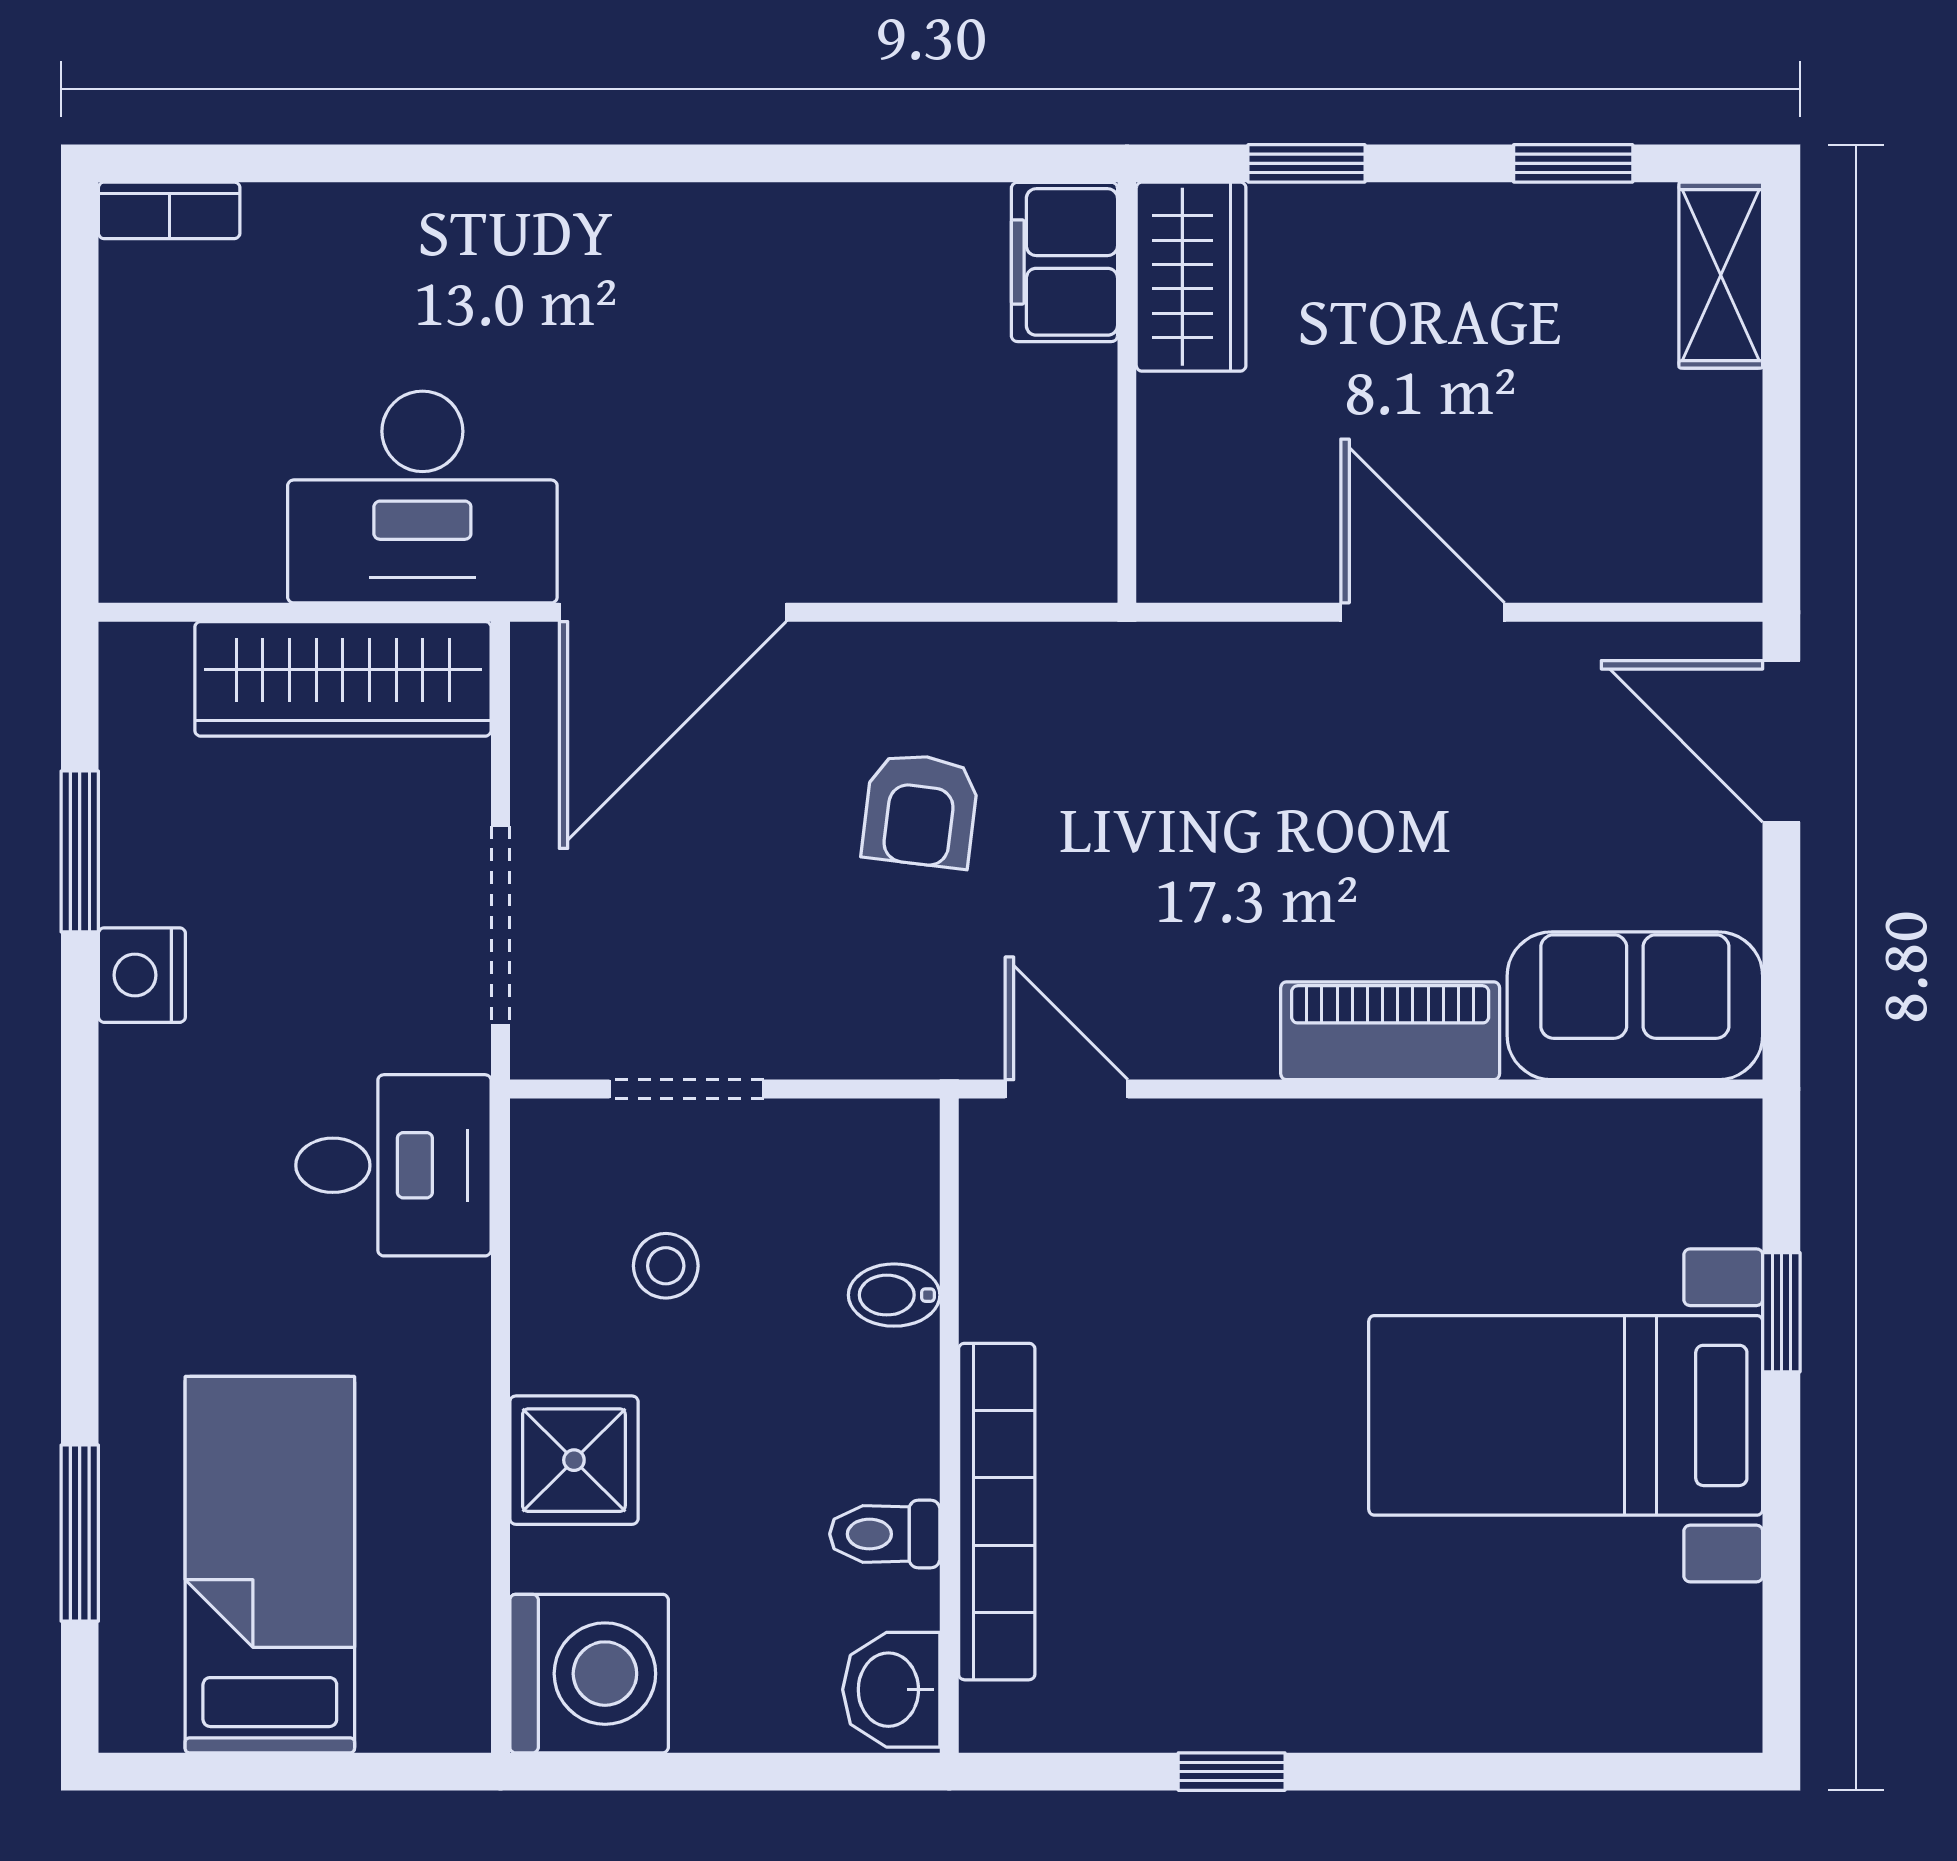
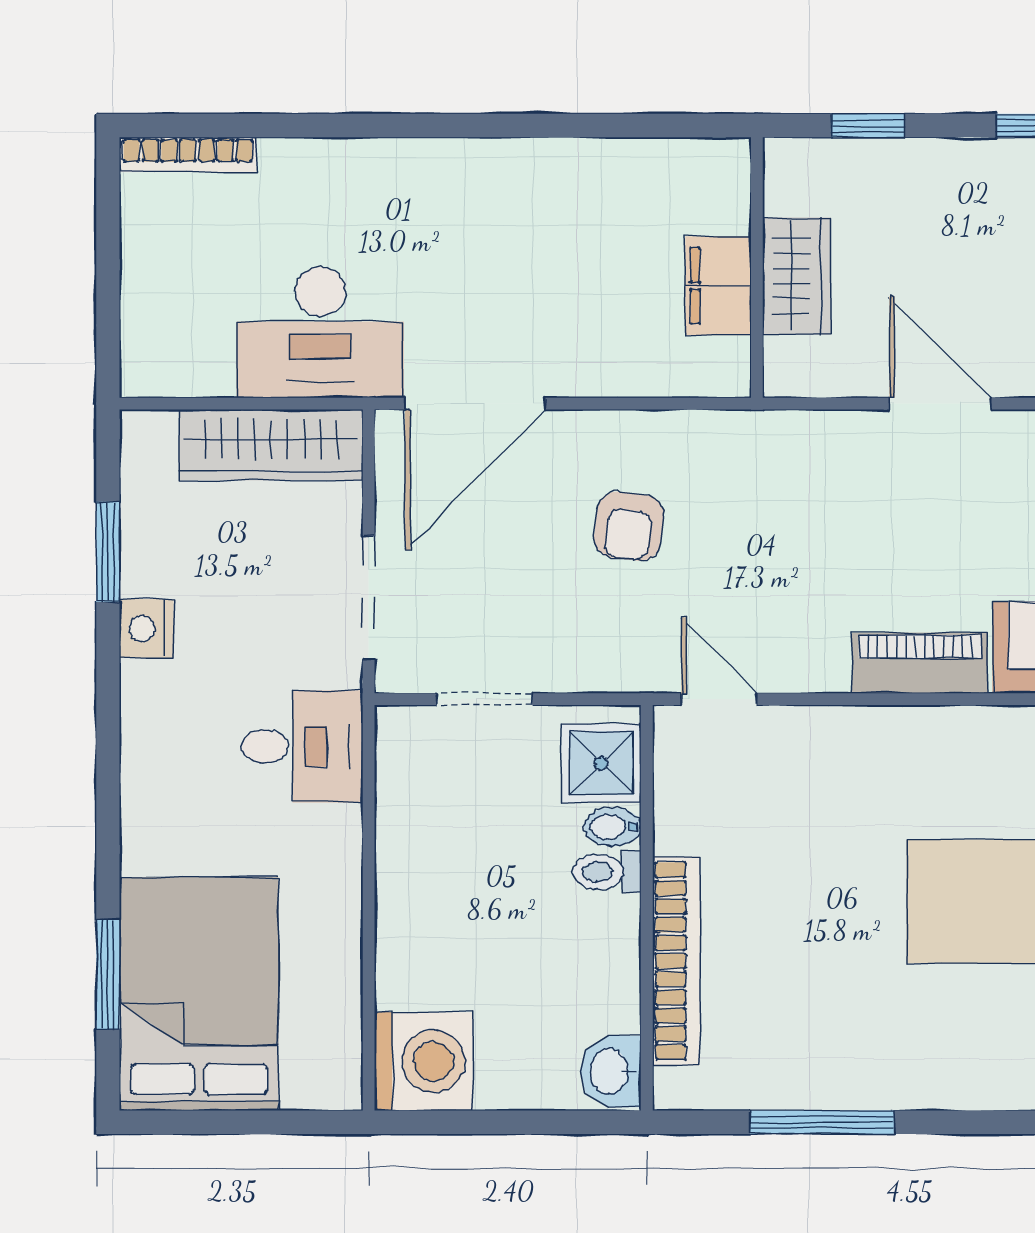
bookcase: (169, 210) -> (188, 155), width x1.56
filing cabinet: (1064, 262) -> (718, 286), moved
wardrobe: (1191, 277) -> (797, 276), moved
stool: (666, 1266) -> (471, 809), removed
shower: (574, 1460) -> (601, 763), moved
toilet: (885, 1534) -> (607, 872), moved
bed: (270, 1565) -> (199, 994), width x1.50
window: (1232, 1772) -> (822, 1122), width x2.17

